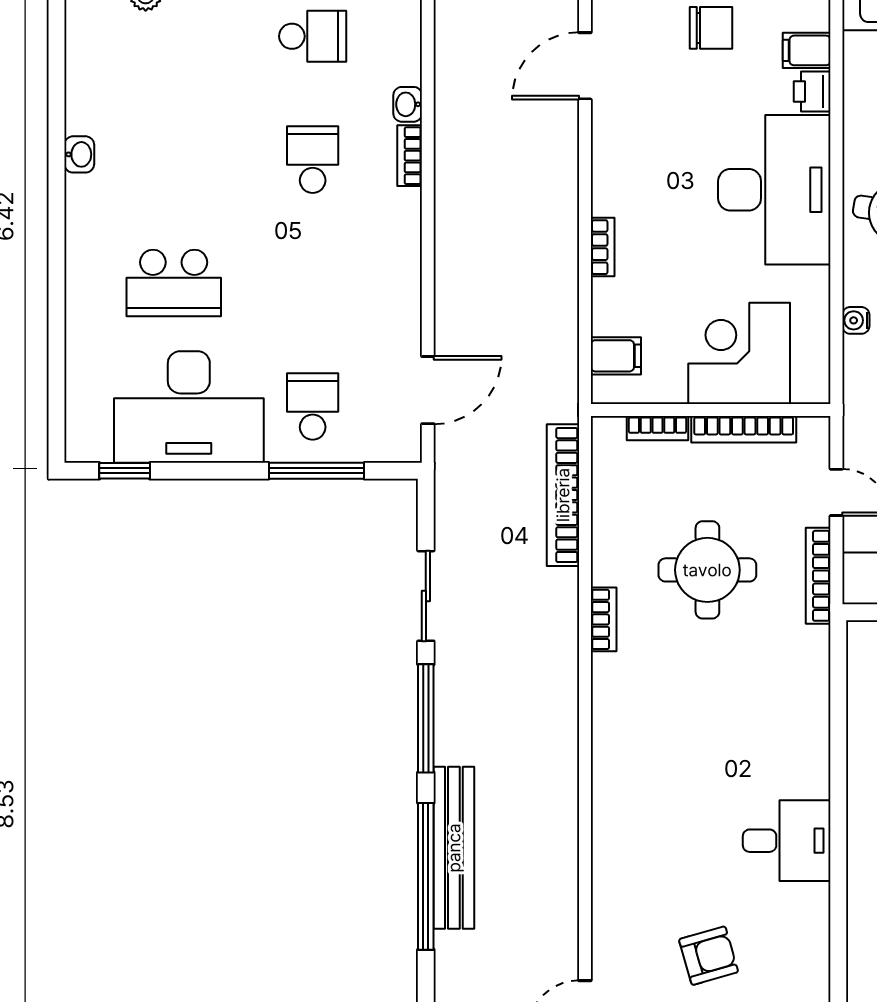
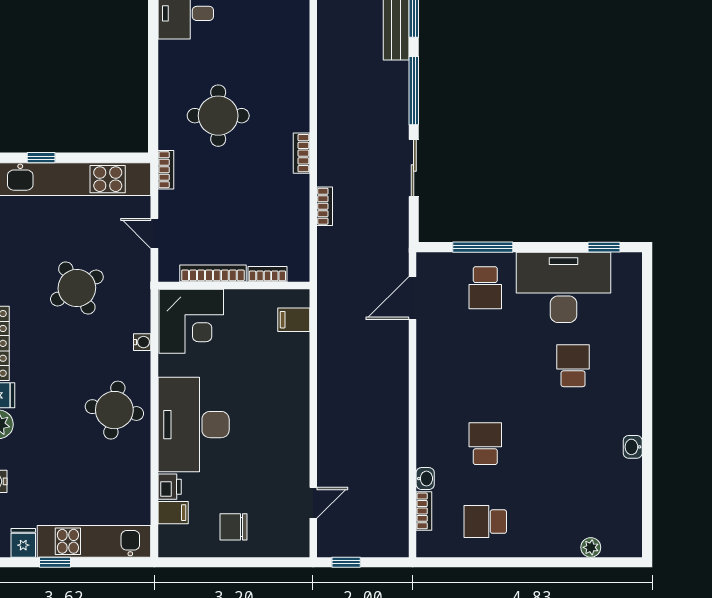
door: (585, 66) -> (313, 503), width x0.73
bookcase: (410, 156) -> (424, 511), moved
school desk: (313, 160) -> (485, 444), turned 180
bookcase: (603, 247) -> (302, 388), removed
school desk: (174, 283) -> (573, 366), width x0.54
corner desk: (739, 353) -> (191, 321), moved
bookcase: (563, 495) -> (325, 206), width x0.43, depth x0.76
round table: (707, 570) -> (218, 116), moved
bookcase: (818, 576) -> (166, 170), width x0.64

